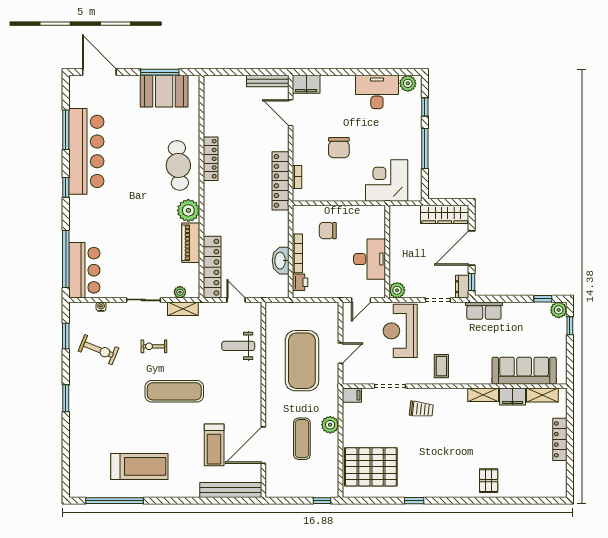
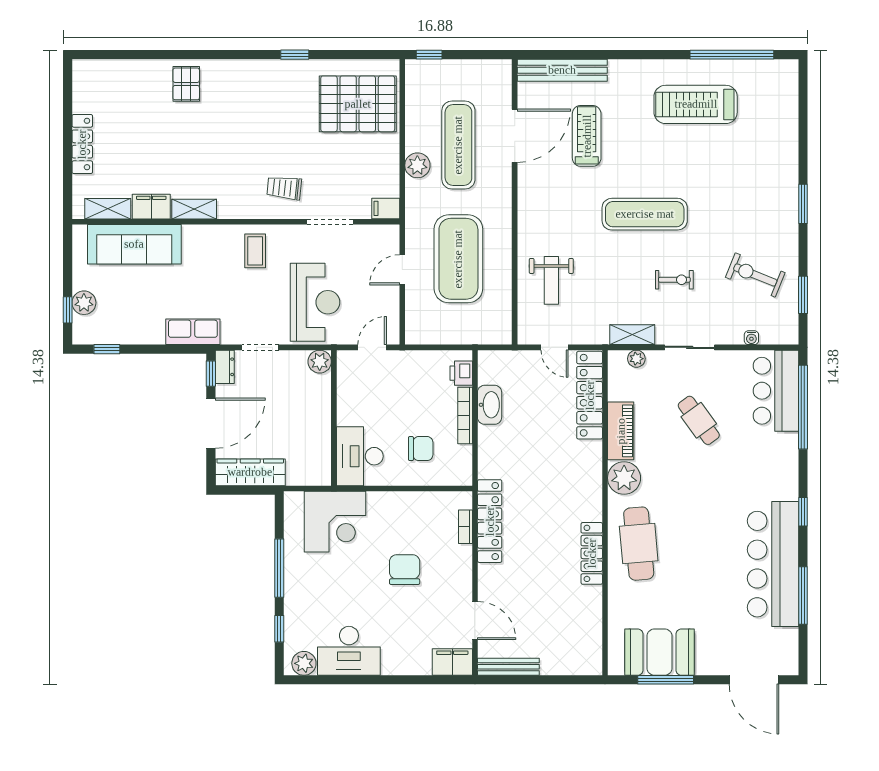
cafe table: (137, 250) -> (699, 420), added
desk: (370, 259) -> (360, 456), moved
plant: (559, 310) -> (84, 303), moved
weight bench: (238, 346) -> (551, 280), turned 90
exercise mat: (302, 439) -> (458, 145), width x1.36, depth x1.45

